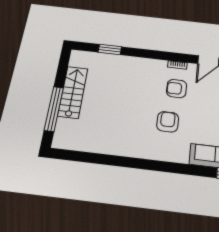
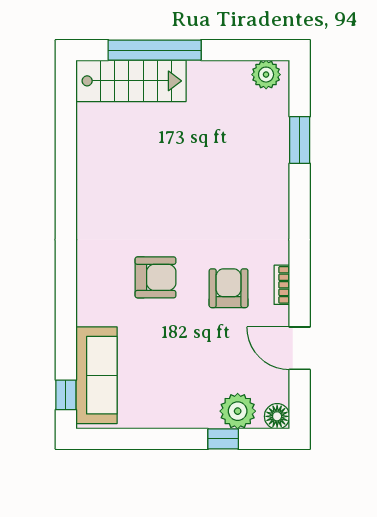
plant: (76, 60) -> (266, 75), added
stairs: (73, 92) -> (131, 81), moved

